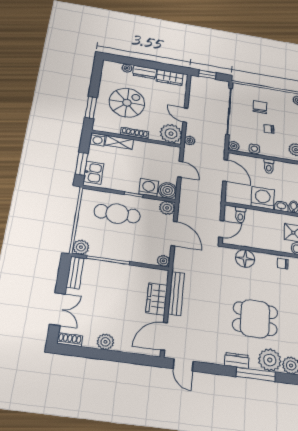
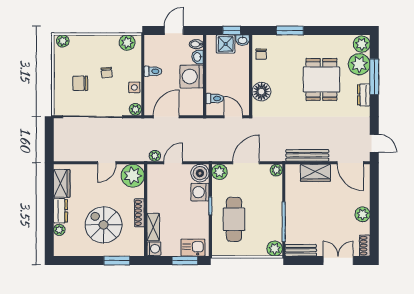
window: (207, 75) -> (49, 143), removed
plant: (190, 140) -> (155, 156), moved
door: (183, 365) -> (374, 143), hinge flipped

